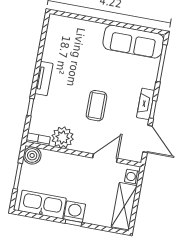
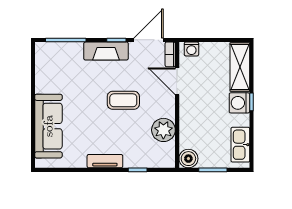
sofa: (133, 42) -> (48, 126), moved
fireplace: (146, 104) -> (106, 51), width x1.37, depth x1.32
bookcase: (38, 139) -> (170, 54), moved
kitchen sink: (42, 204) -> (240, 145), width x0.73, depth x0.81
shelving: (124, 206) -> (240, 67), moved, turned 90

